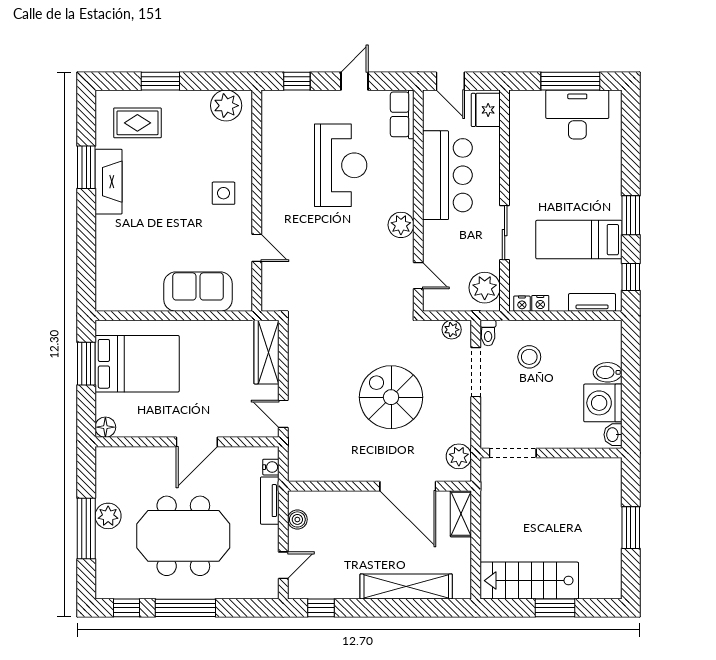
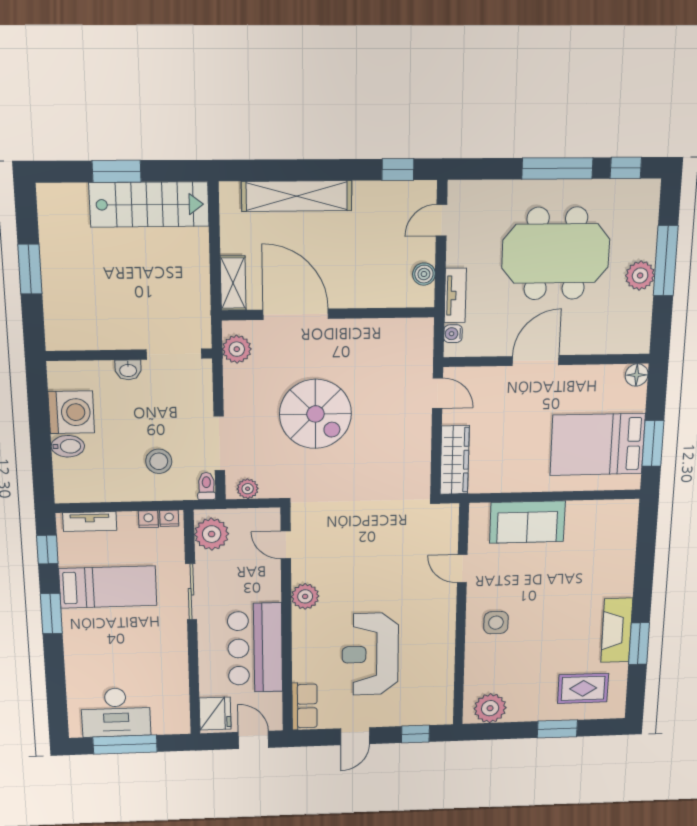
washbasin: (613, 435) -> (128, 370), moved, turned 90

